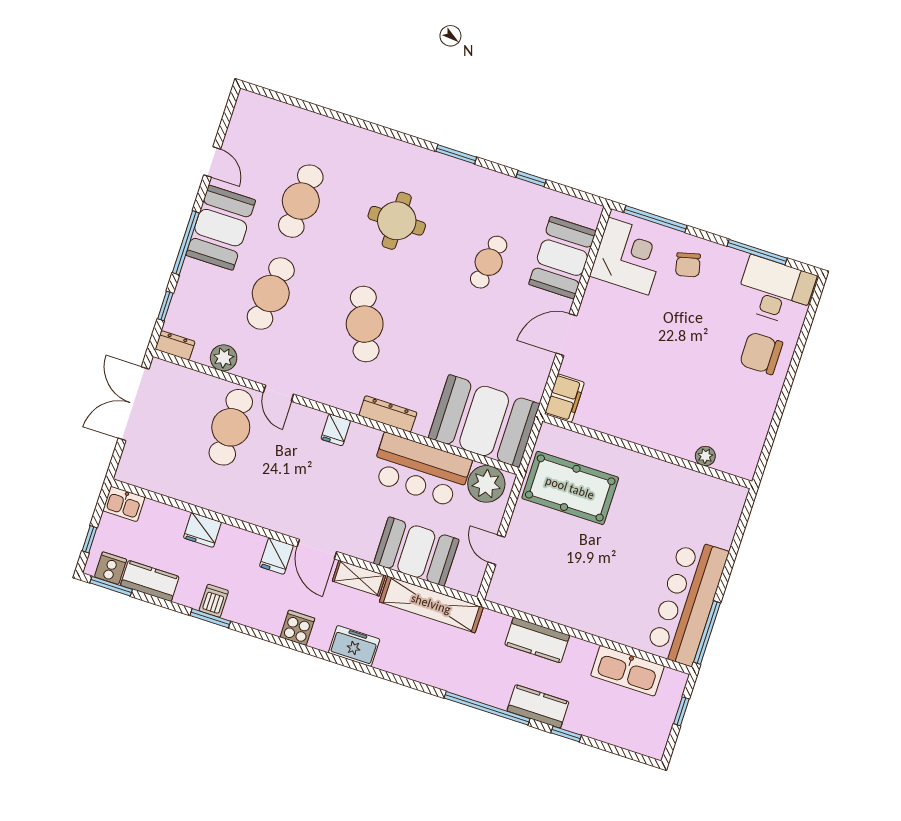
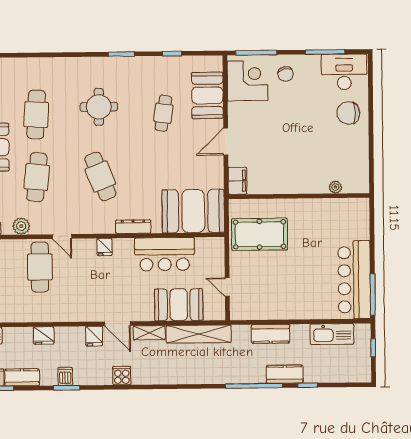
plant: (486, 484) -> (207, 249), removed
freezer: (354, 646) -> (160, 375), removed

